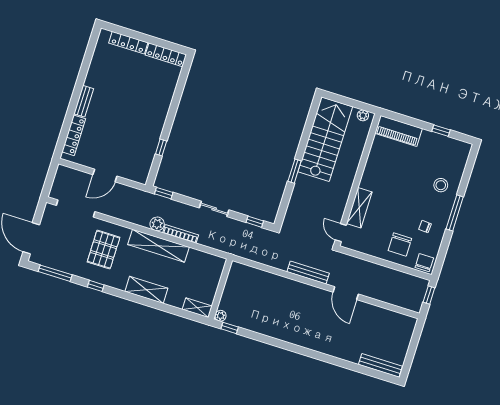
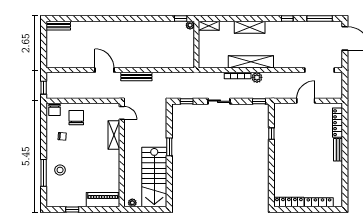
window: (455, 213) -> (44, 173), moved
pallet: (104, 250) -> (290, 47), removed
bench: (380, 365) -> (59, 26), width x0.73

